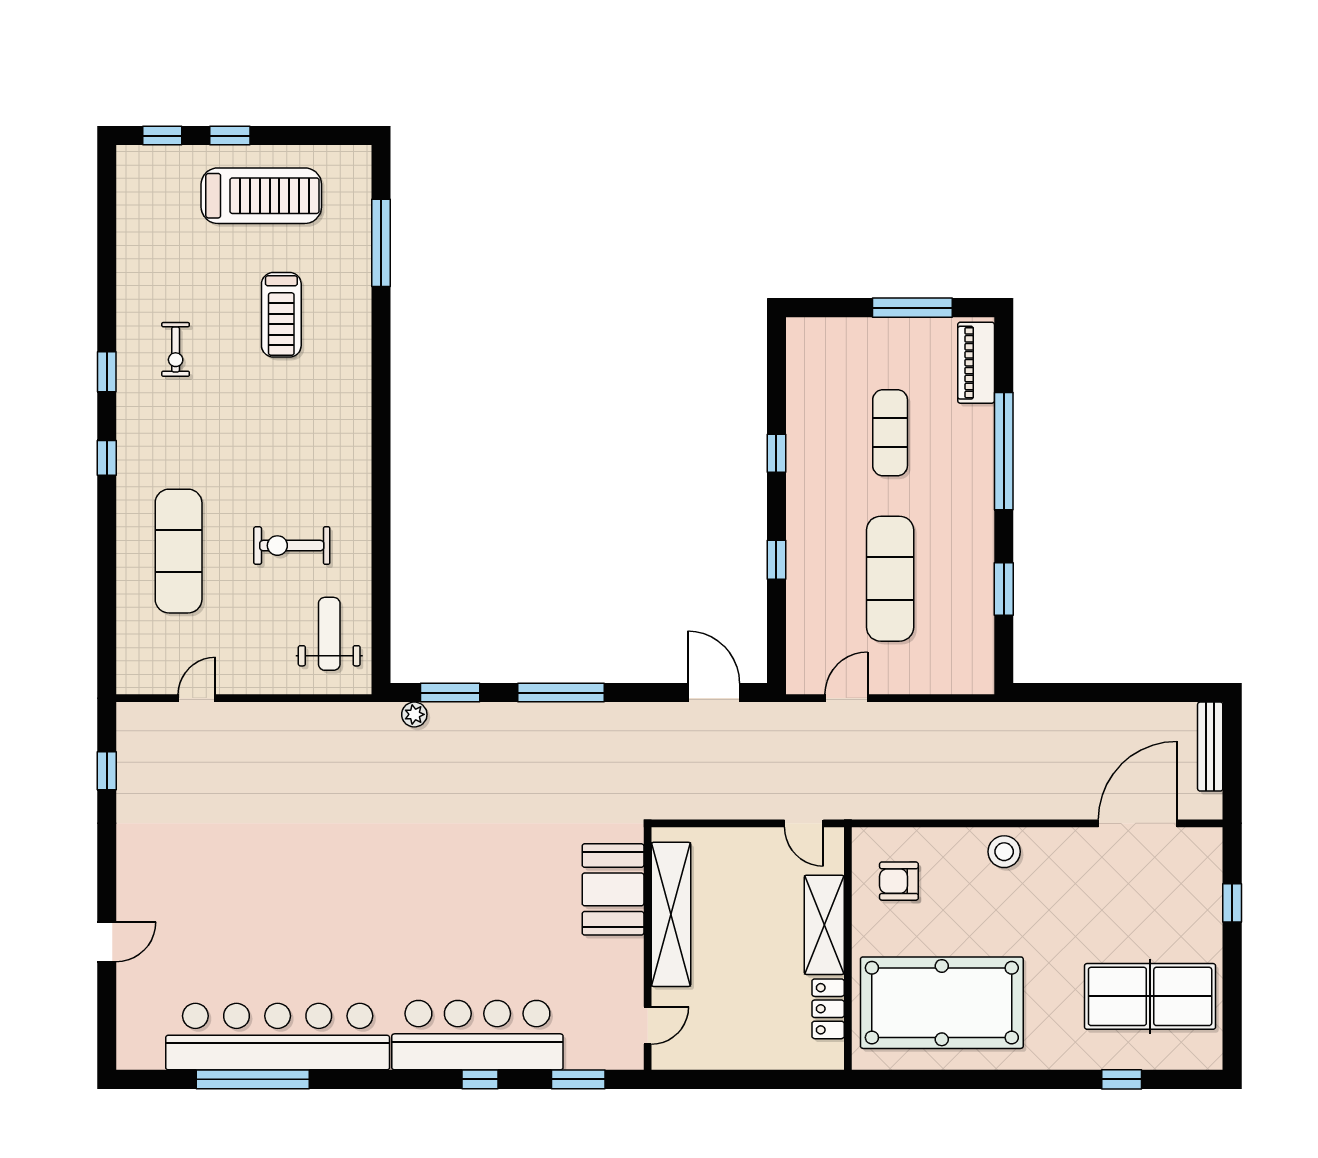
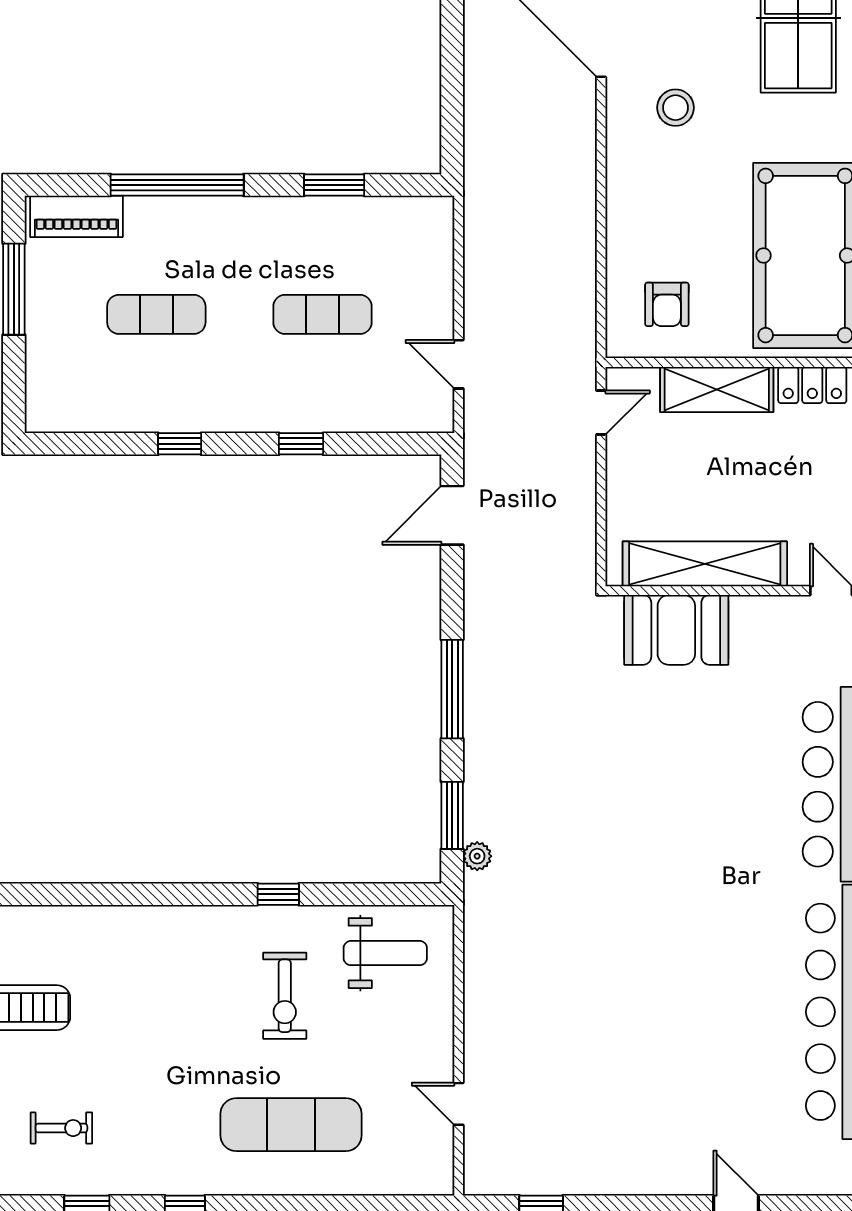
window: (381, 540) -> (278, 894), added
exercise mat: (890, 579) -> (322, 314), width x0.73, depth x0.69
weight bench: (329, 634) -> (385, 953), turned 180
stool: (1004, 852) -> (675, 108), moved

